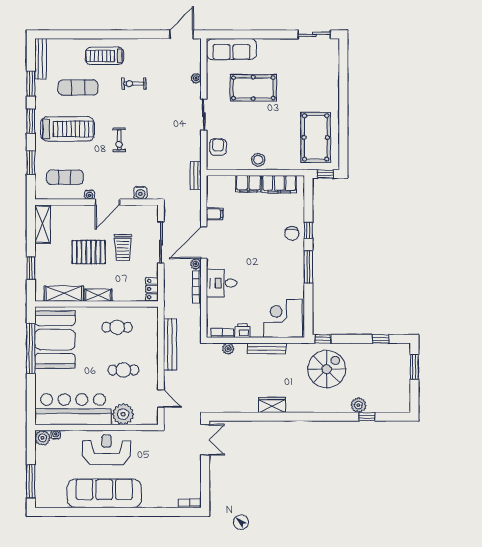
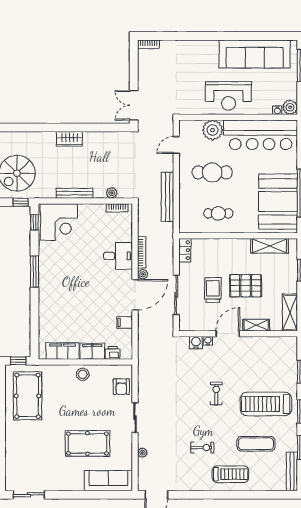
bench: (196, 176) -> (143, 359), removed
exercise mat: (65, 177) -> (269, 358), removed
water cooler: (90, 195) -> (208, 341), moved
window: (308, 230) -> (34, 222), moved
chair: (292, 233) -> (50, 304), removed
shelving: (98, 295) -> (256, 325), moved
printer: (242, 331) -> (113, 353), moved, turned 180
cafe table: (123, 370) -> (212, 172), width x1.37, depth x1.35
door: (161, 398) -> (176, 145), hinge flipped
sofa: (104, 493) -> (255, 54), moved

